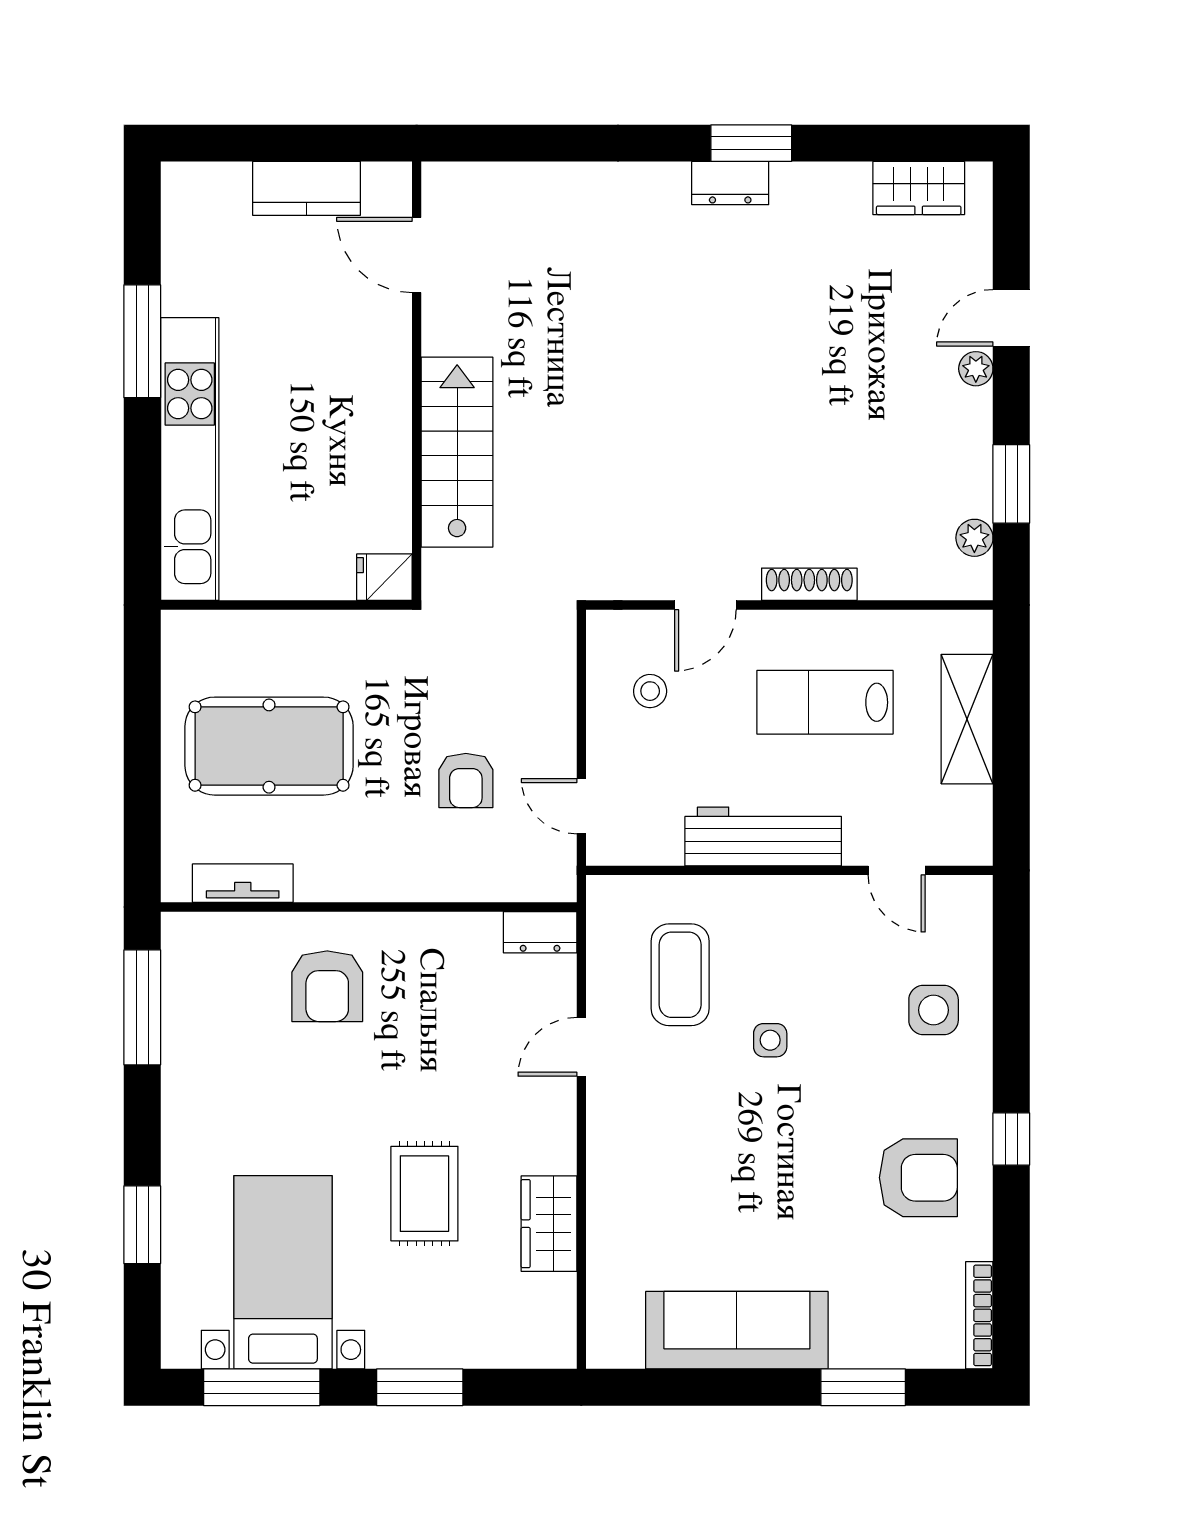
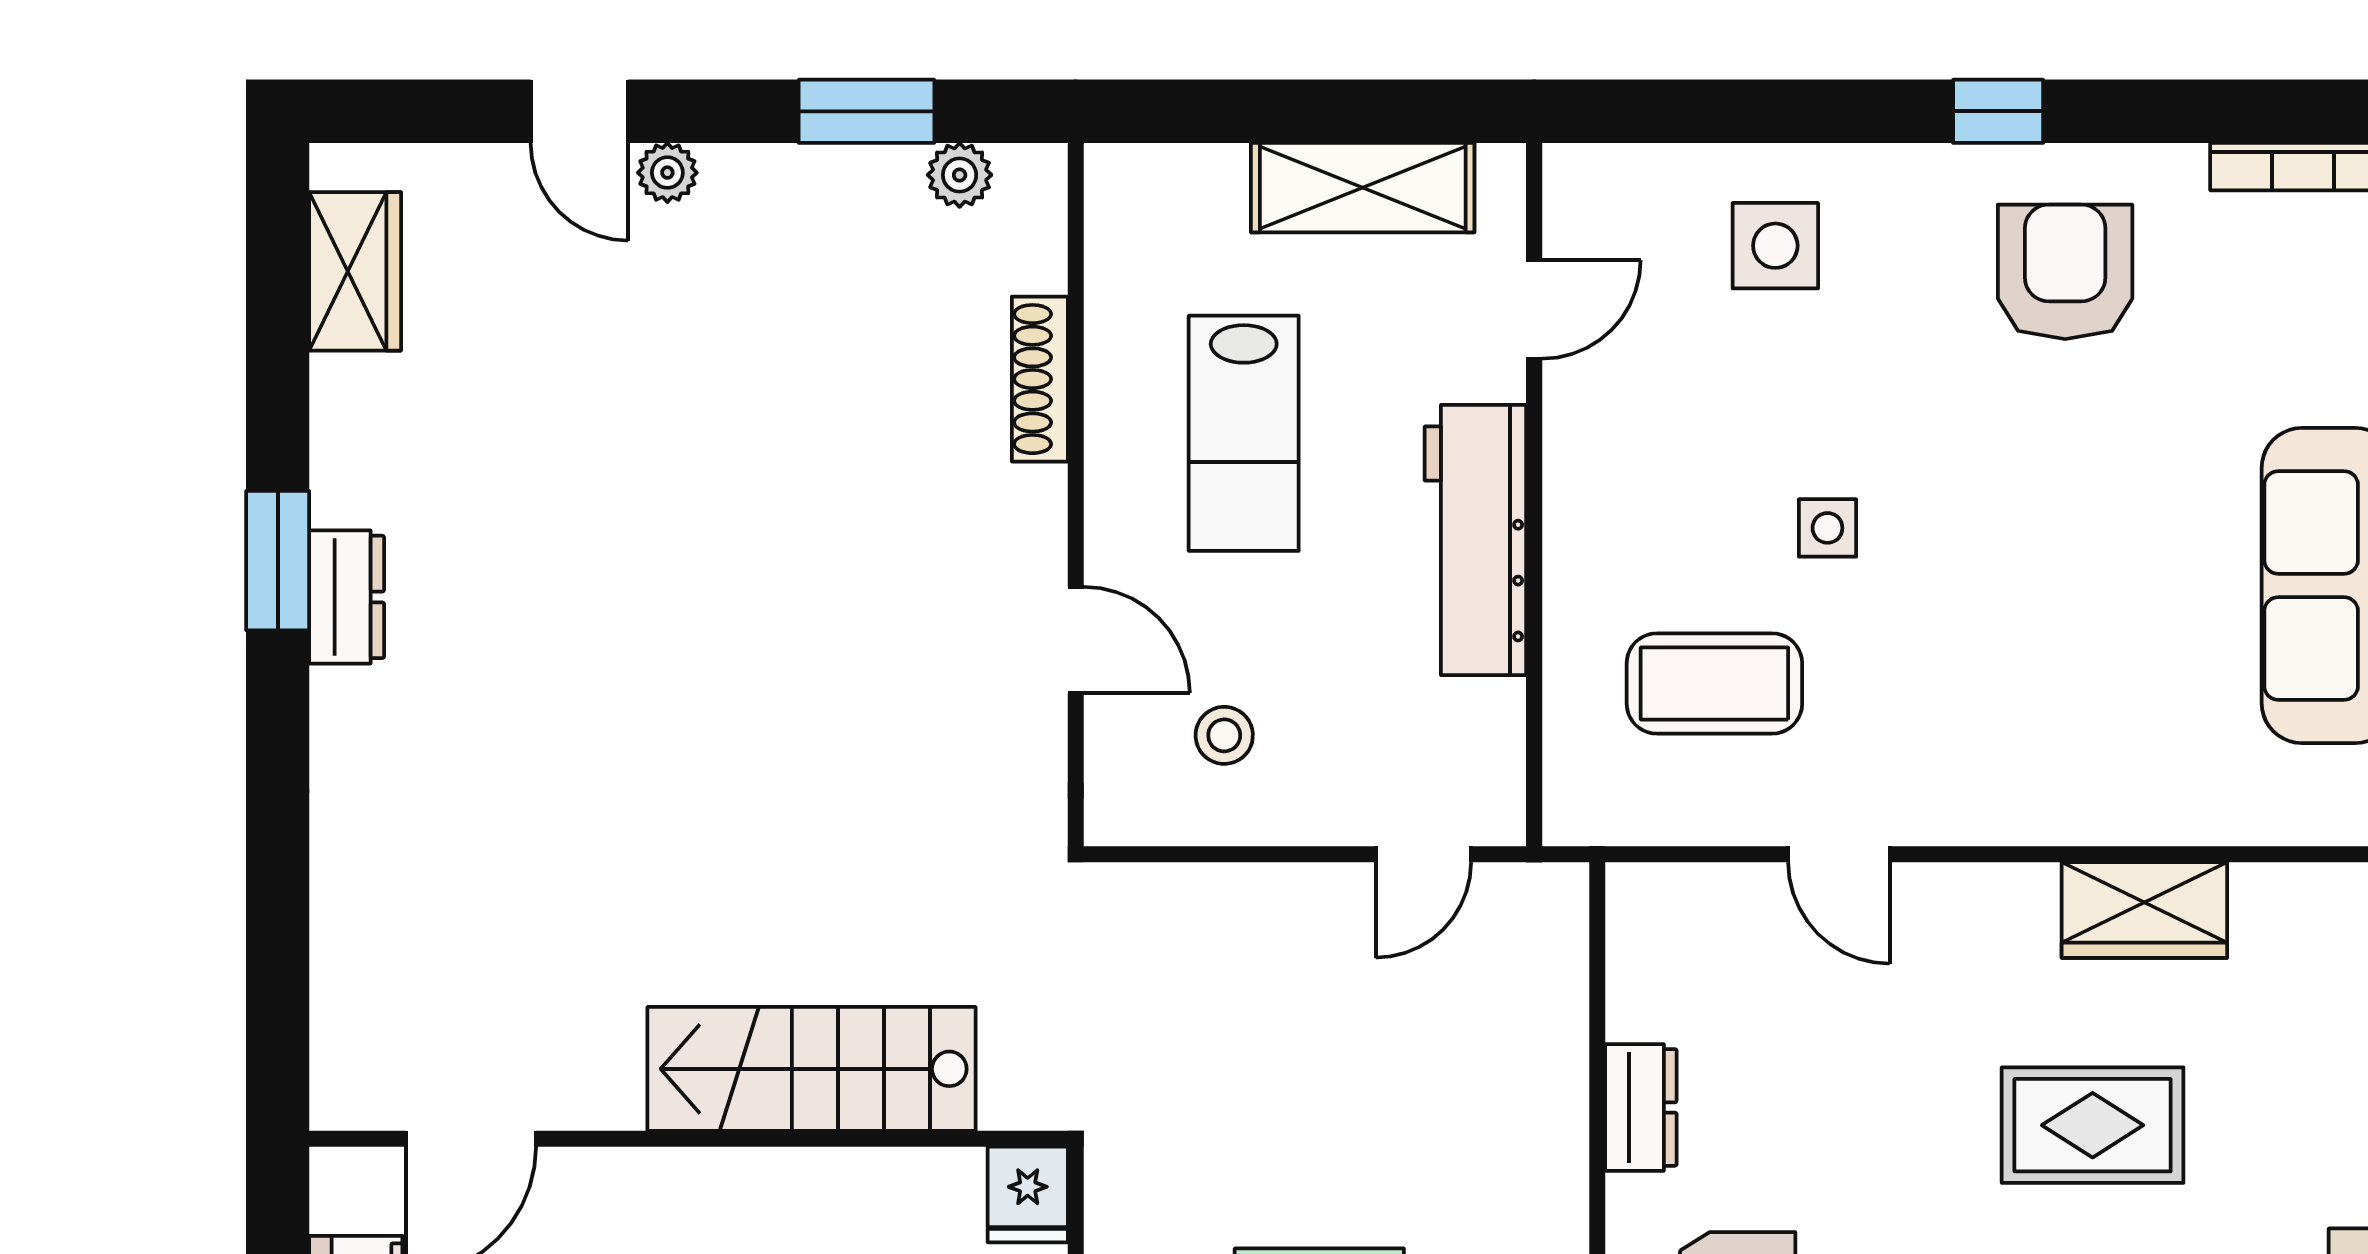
shoe rack: (809, 584) -> (1040, 379), moved
shelving: (967, 719) -> (1363, 188), moved
armchair: (466, 781) -> (1379, 1054), removed
dresser: (540, 932) -> (1641, 1107), moved

